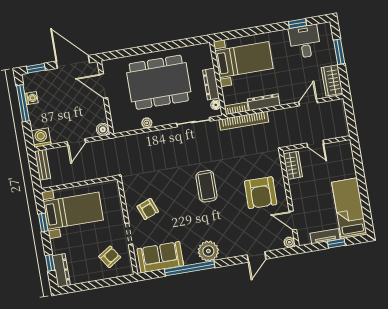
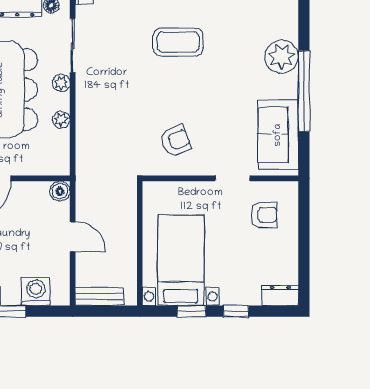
plant: (169, 119) -> (61, 83), added
washing machine: (41, 138) -> (36, 292), moved, turned 90
armchair: (148, 209) -> (175, 141), moved
armchair: (110, 257) -> (264, 215), turned 123
window: (50, 263) -> (236, 311), moved
dresser: (61, 270) -> (280, 295), width x0.70

